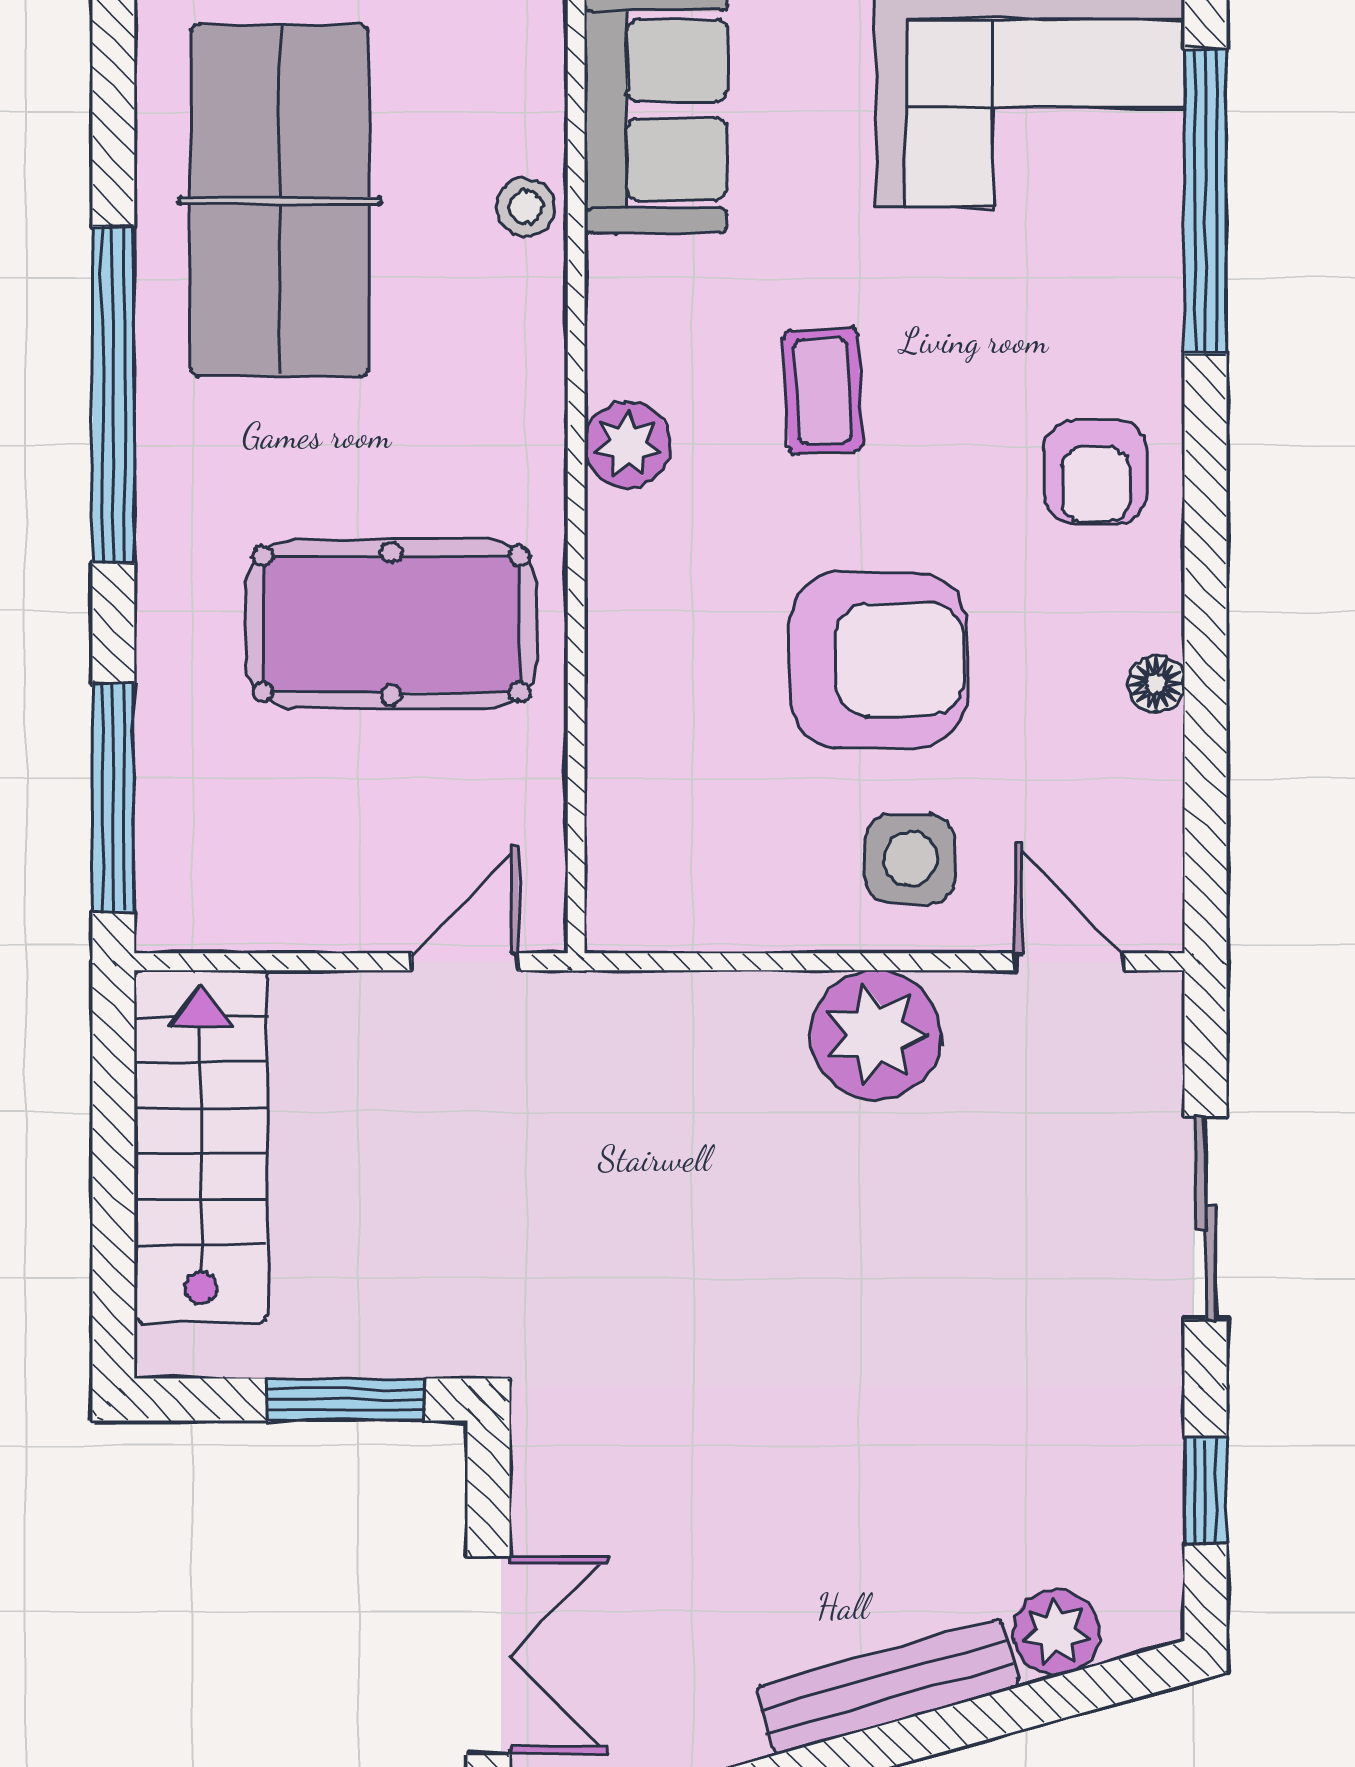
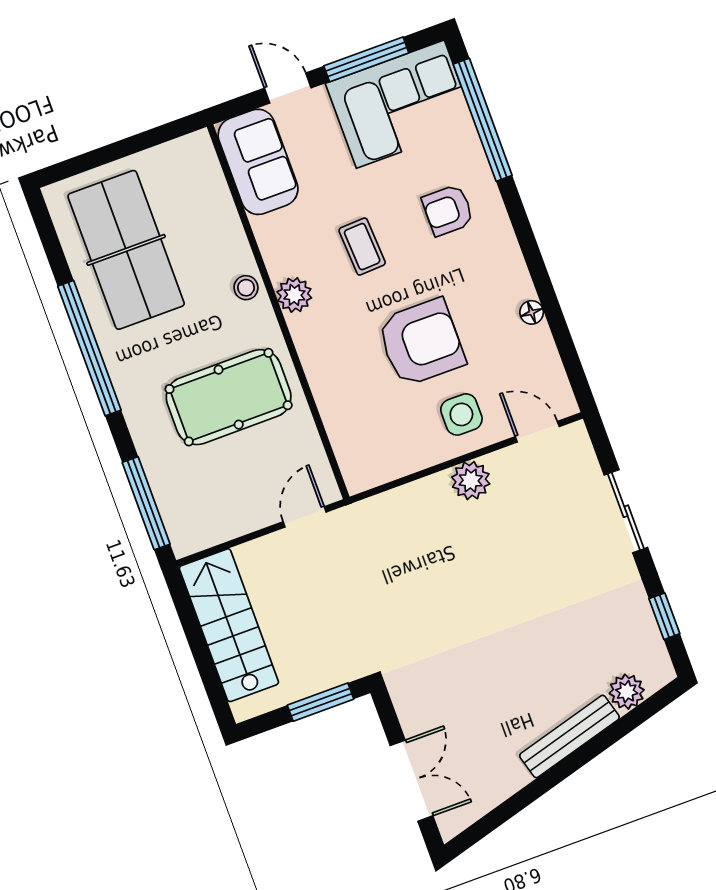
stool: (526, 207) -> (246, 288), moved
armchair: (1096, 472) -> (448, 210), moved, turned 90
plant: (876, 1035) -> (471, 480), width x0.73, depth x0.73

